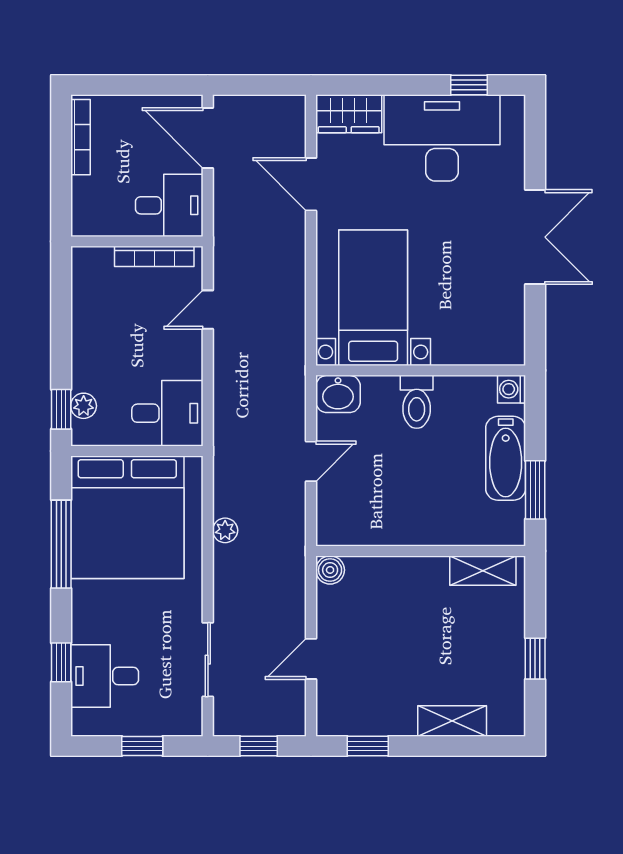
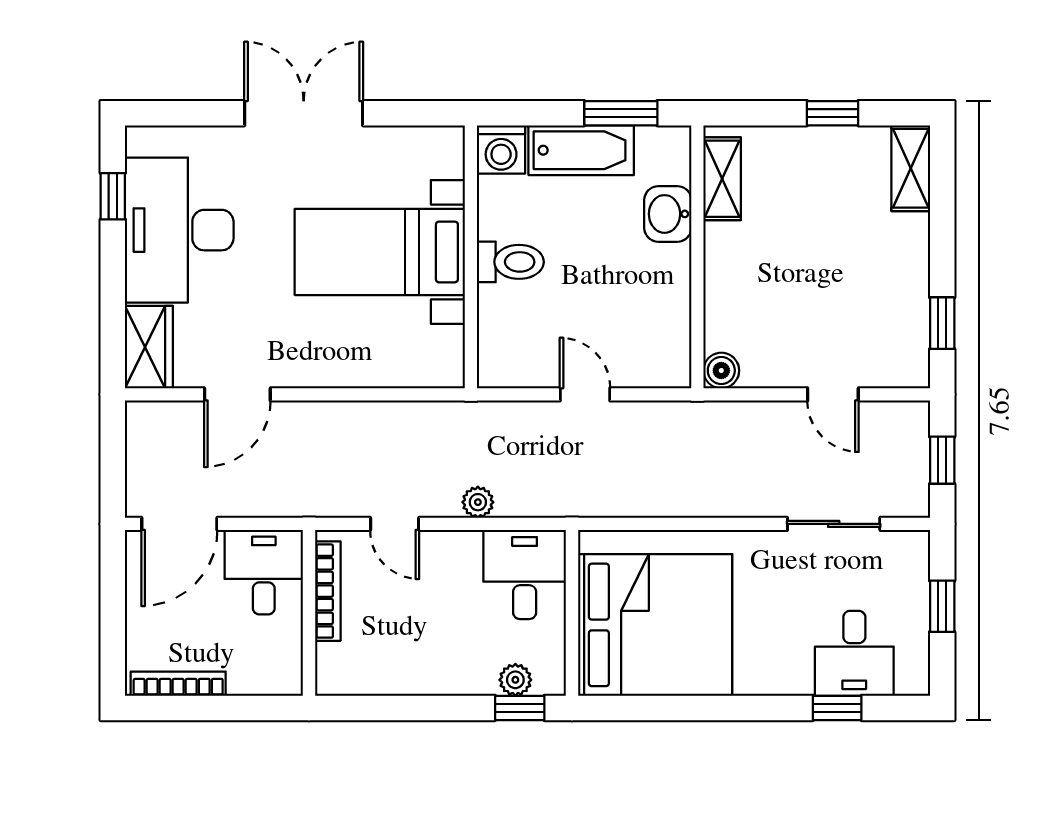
bed with nightstands: (373, 298) -> (380, 252), moved
washing machine: (511, 389) -> (501, 149), width x1.38, depth x1.38
washbasin: (338, 394) -> (668, 214), moved, turned 180
plant: (225, 530) -> (478, 502), moved
window: (61, 544) -> (689, 708), removed
shelving: (452, 721) -> (911, 168), moved

